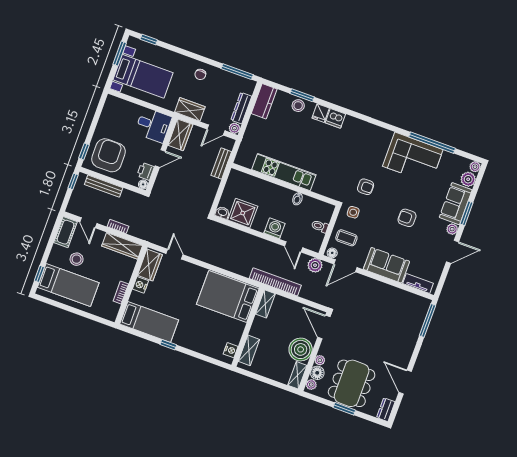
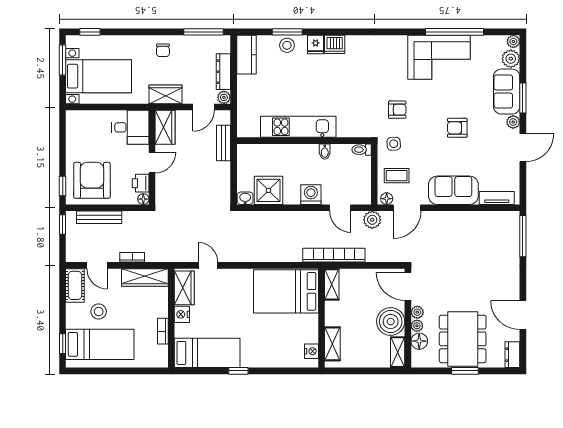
toilet: (320, 226) -> (362, 150), moved
plant: (311, 385) -> (417, 312), moved

